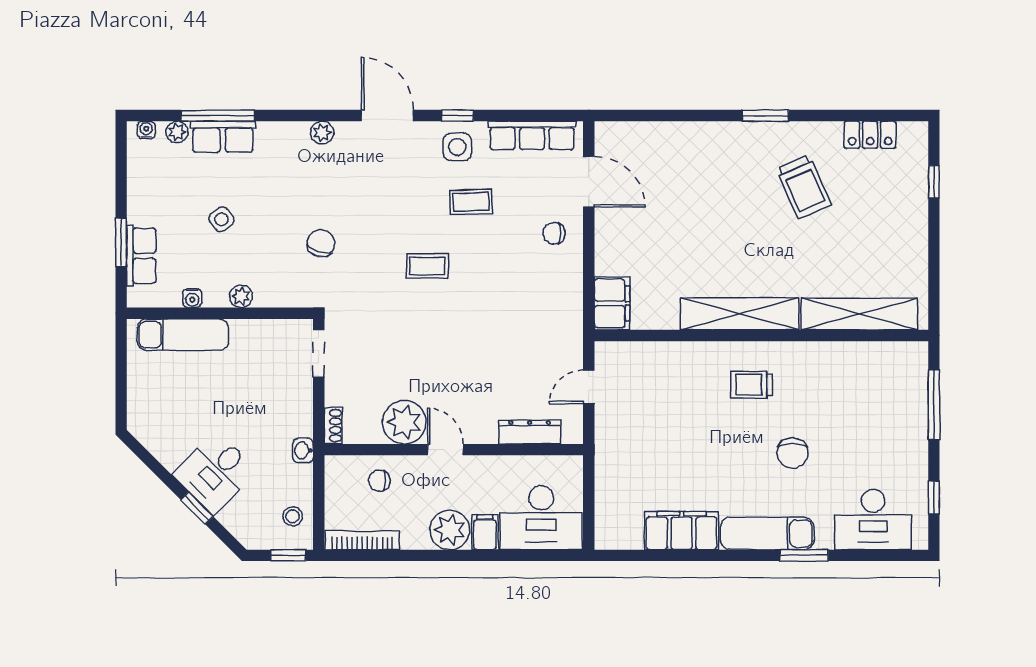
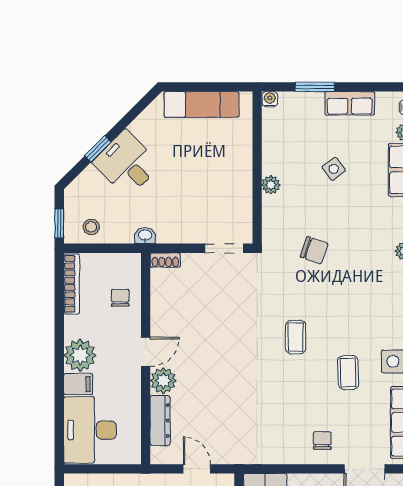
row of seats: (141, 256) -> (350, 103), moved
water cooler: (192, 298) -> (270, 99), moved, turned 90
exam couch: (183, 335) -> (202, 104), moved, turned -90
plant: (404, 422) -> (163, 381), moved, width x0.73, depth x0.73

